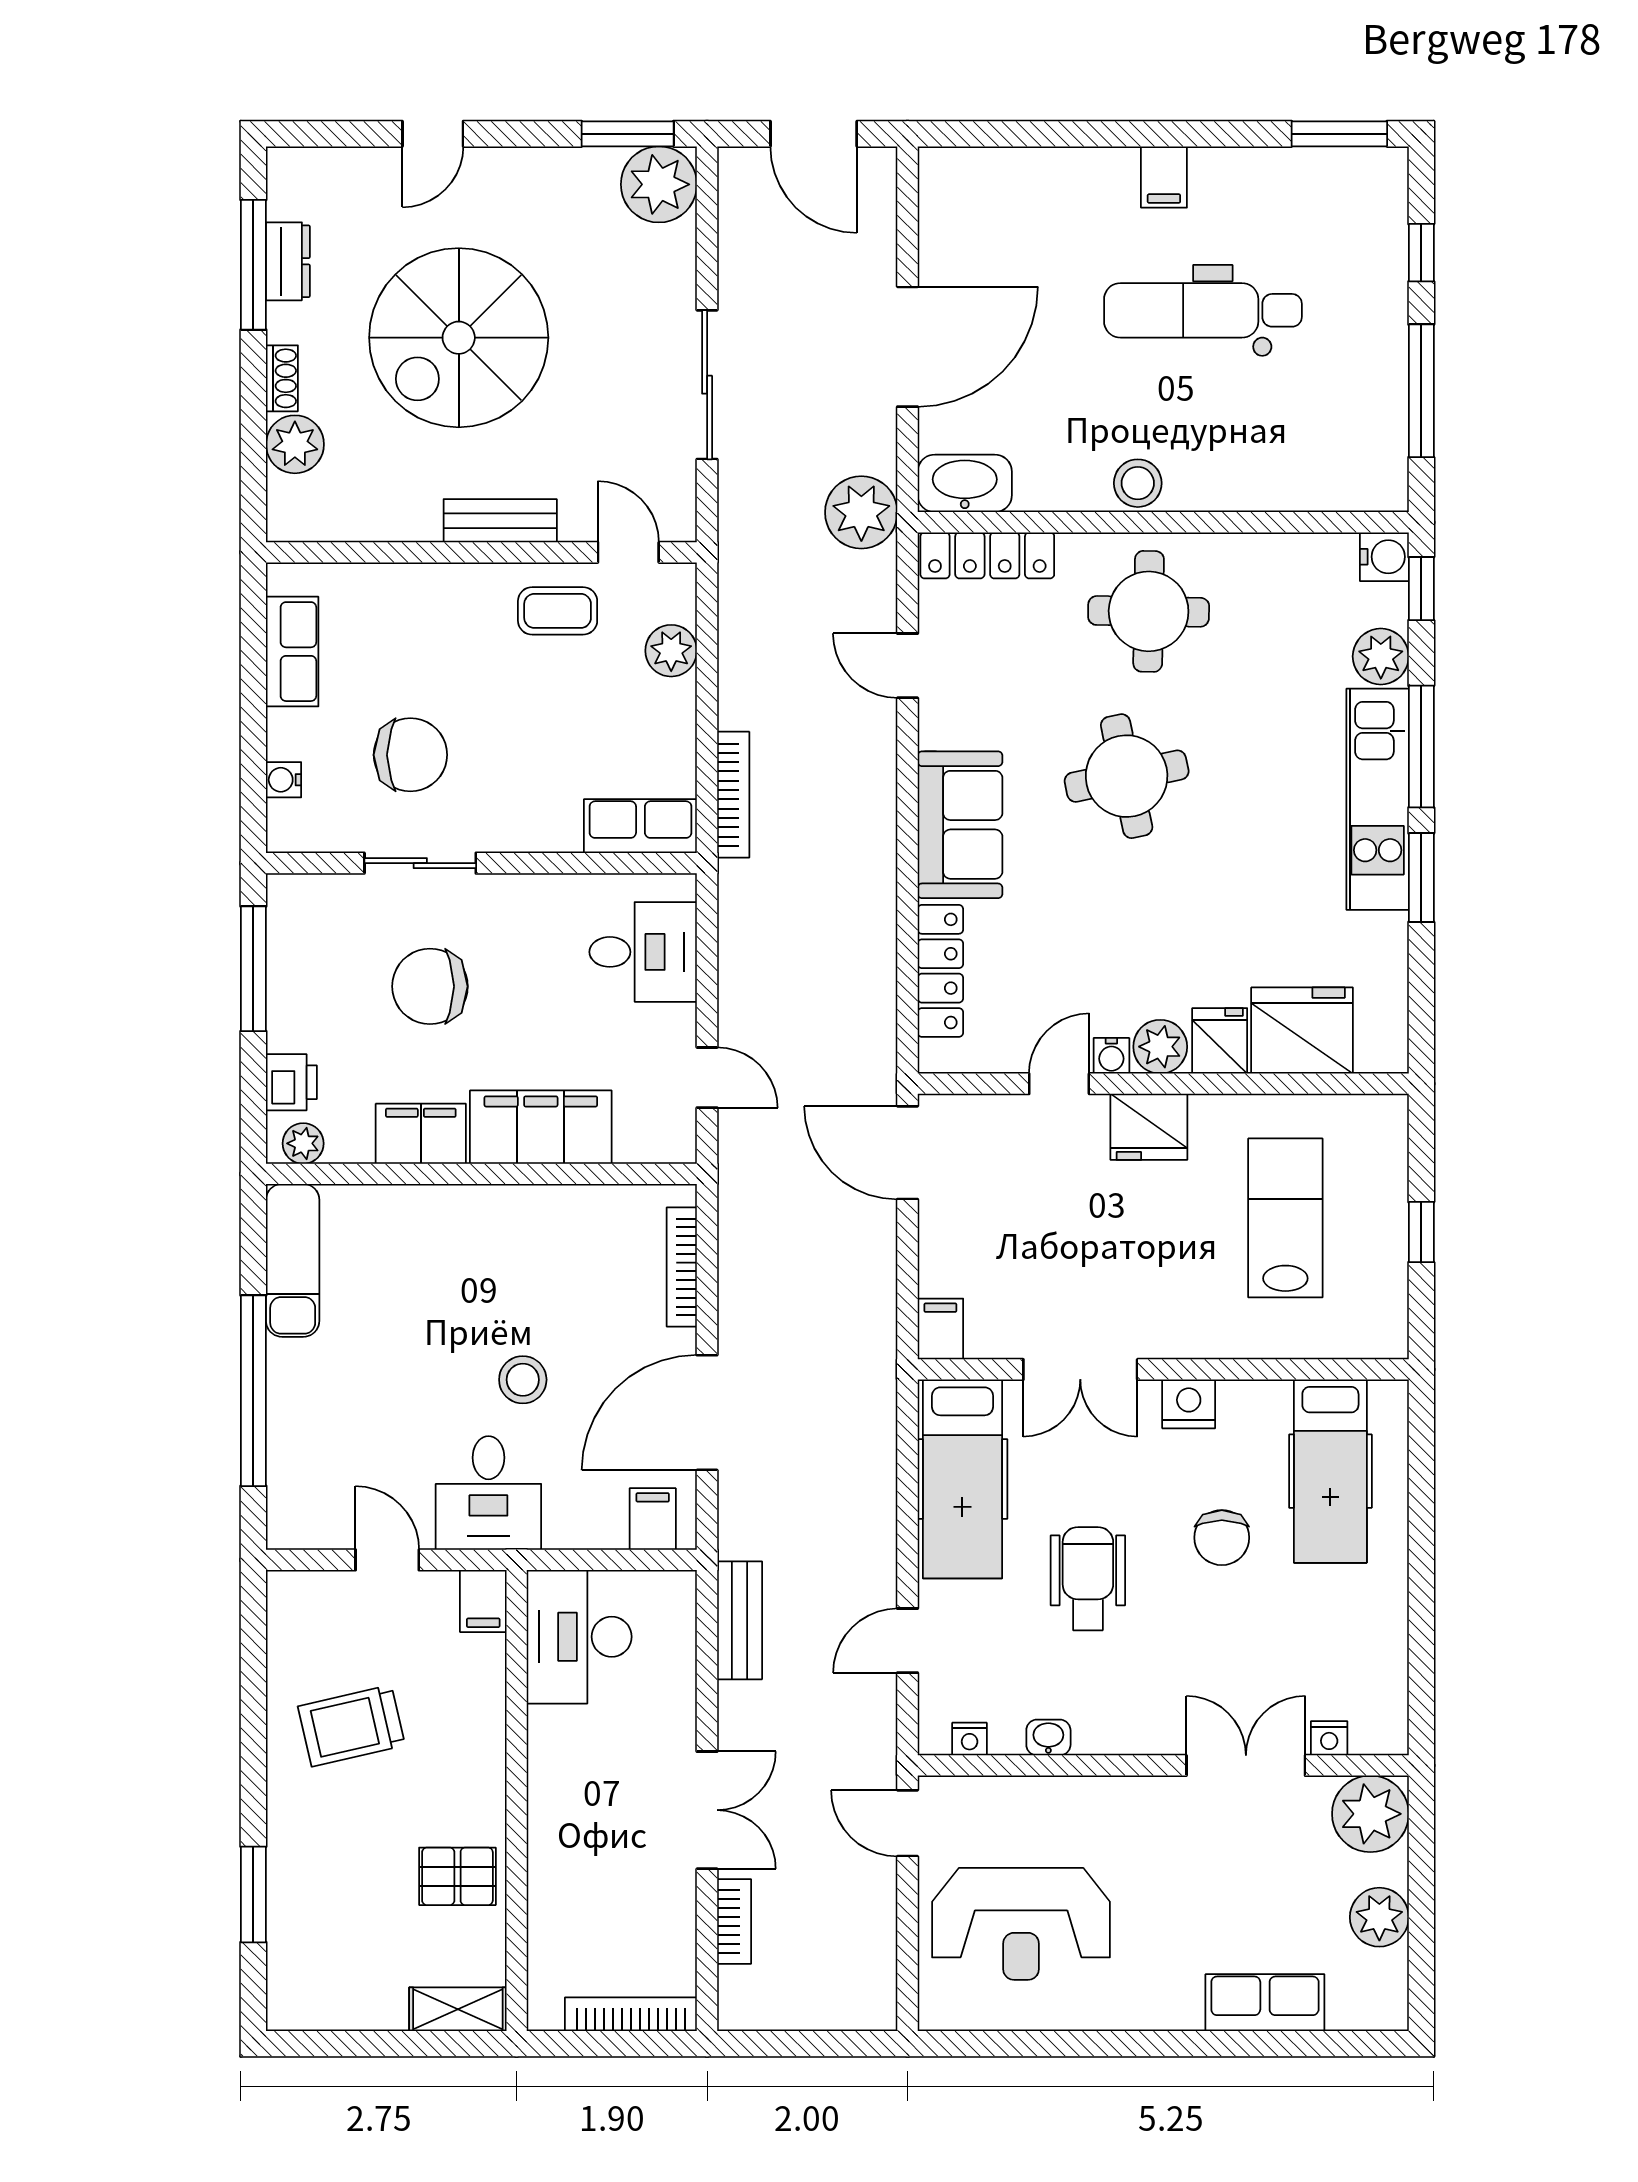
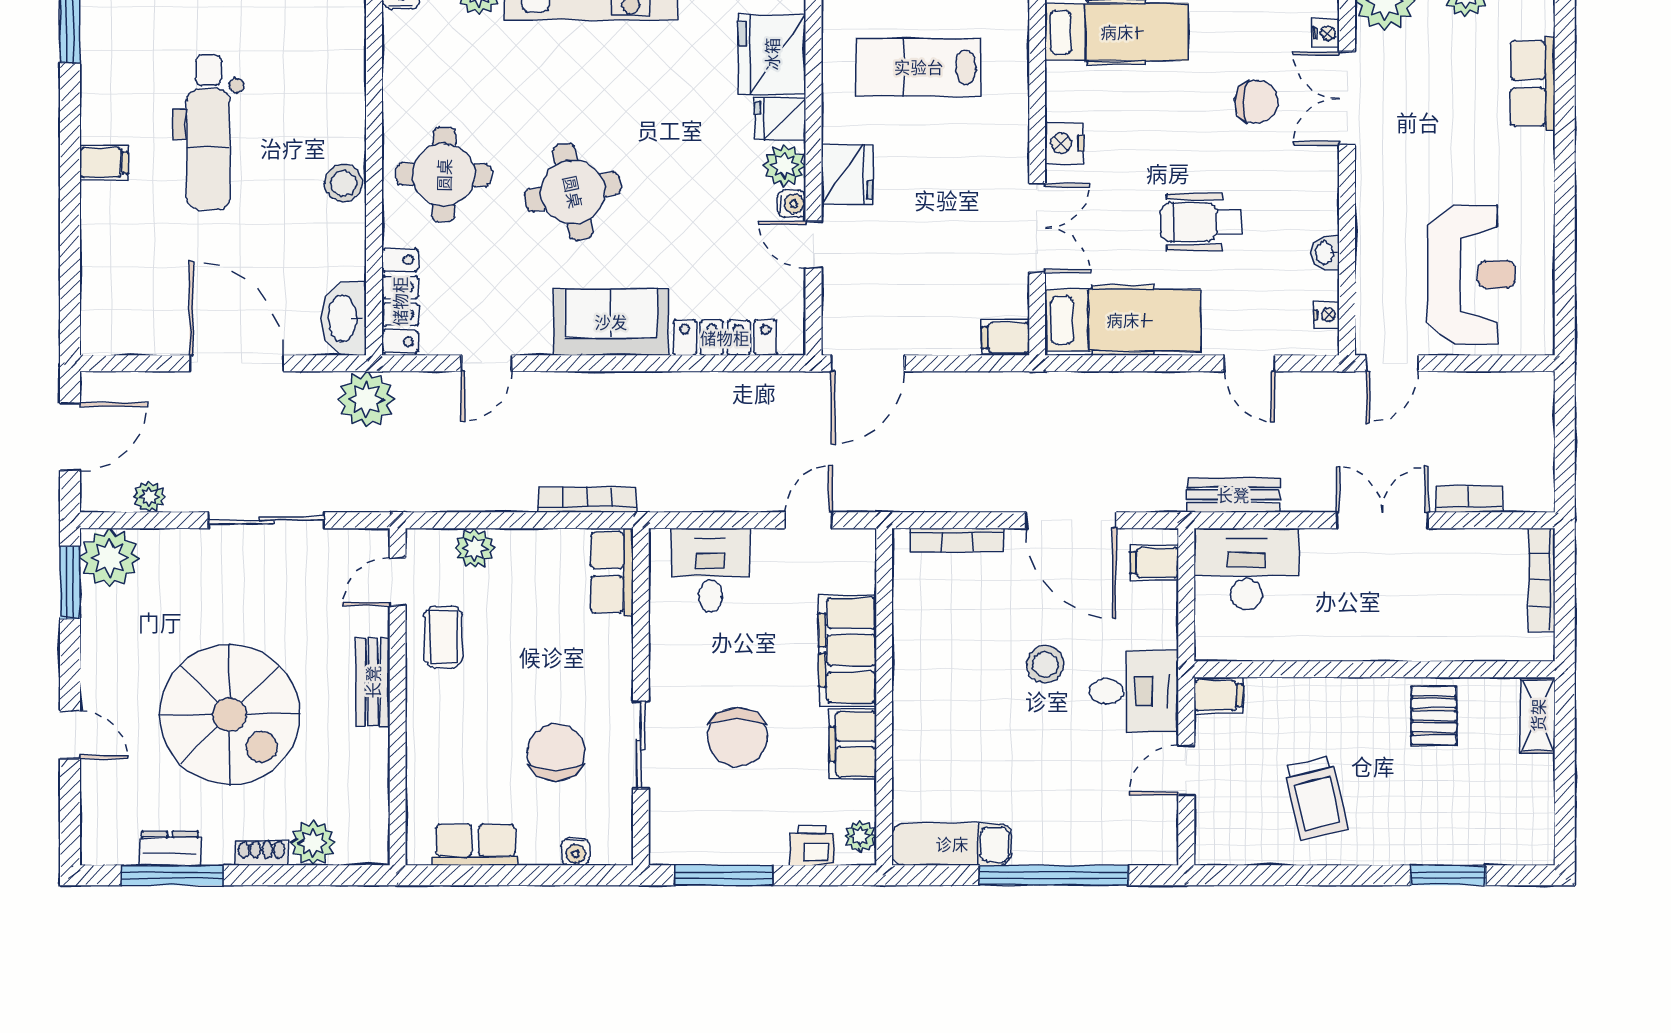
plant: (737, 235) -> (149, 497), added
chair: (1222, 1538) -> (1256, 102), moved
desk: (579, 1637) -> (1246, 569), moved, turned 180

